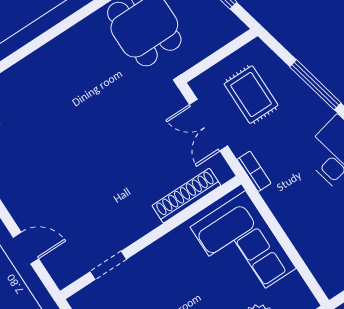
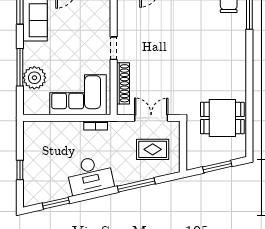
bookcase: (254, 171) -> (96, 126), moved
doorway: (108, 265) -> (114, 48), moved

